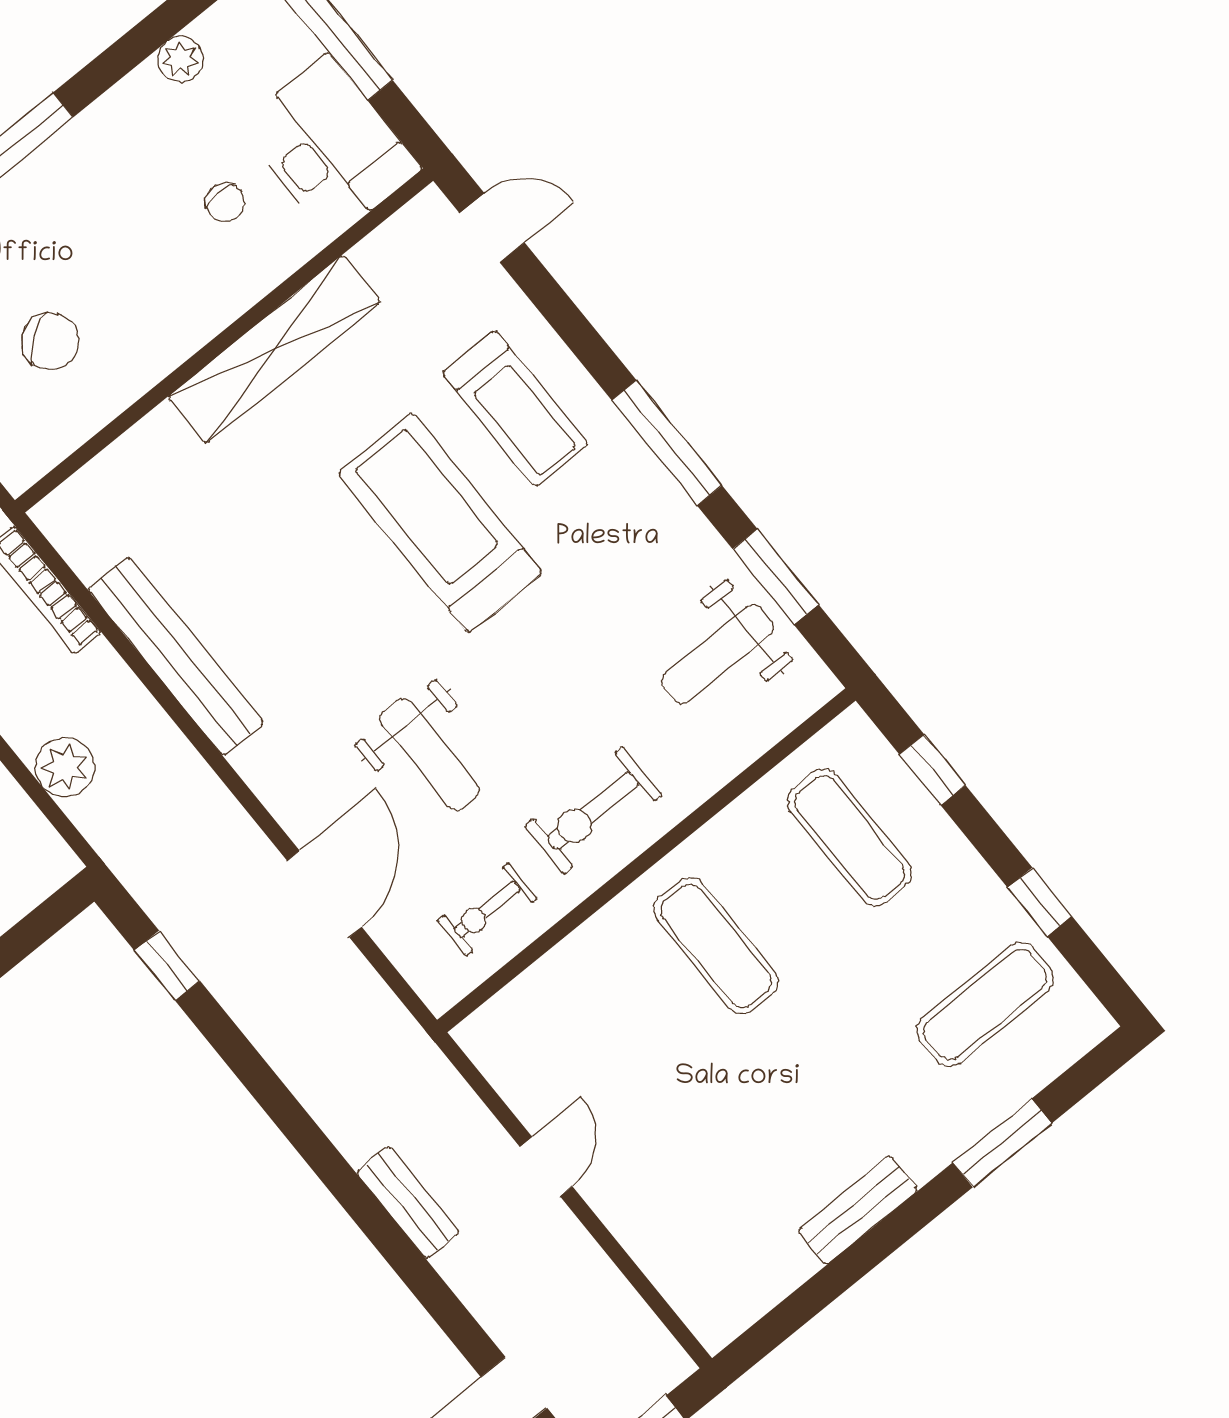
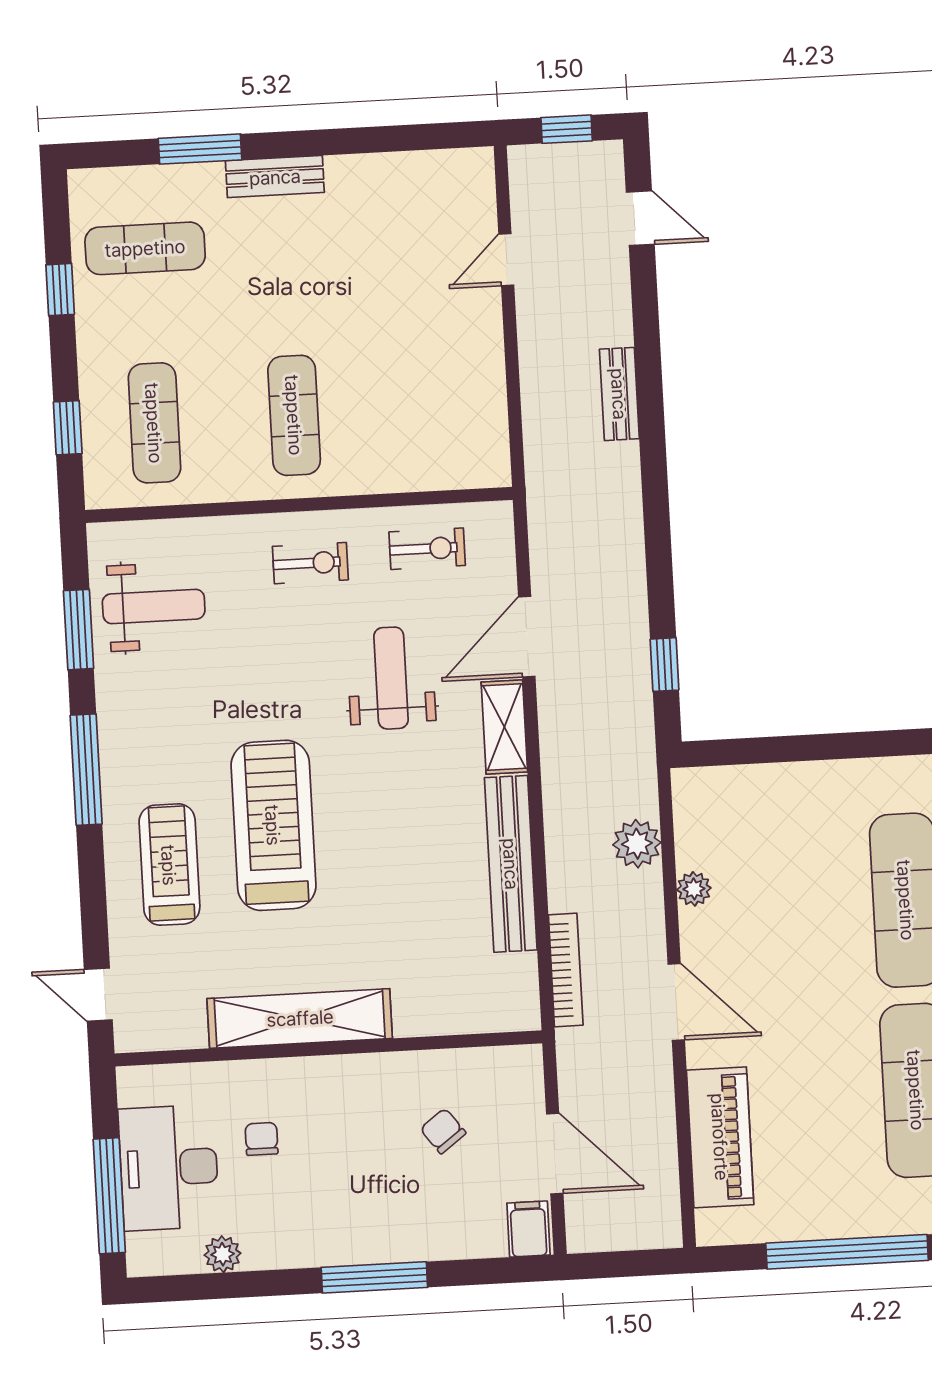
desk: (330, 147) -> (169, 1168), moved
chair: (50, 341) -> (443, 1131), width x0.73, depth x0.73
treadmill: (440, 523) -> (273, 825), turned 180
shelving: (281, 788) -> (504, 727), added
exercise bike: (593, 811) -> (310, 563), width x0.73, depth x0.72
door: (546, 1167) -> (506, 260), moved
bench: (858, 1210) -> (275, 177), moved

